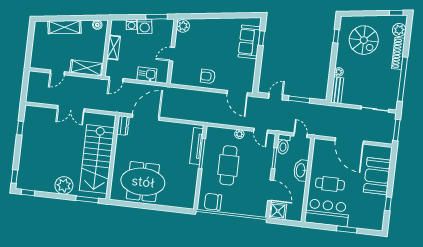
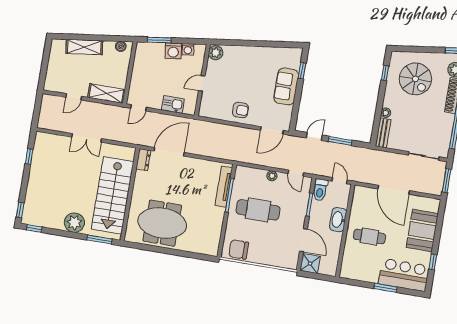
window: (157, 17) -> (159, 40), moved
washing machine: (131, 25) -> (188, 49), moved
sofa: (249, 42) -> (286, 86), moved
shelving: (114, 48) -> (137, 73), removed
armchair: (208, 76) -> (240, 110), turned 180
door: (237, 93) -> (272, 130), hinge flipped
cafe table: (228, 165) -> (258, 210), turned 90
bar counter: (327, 213) -> (404, 275), moved

